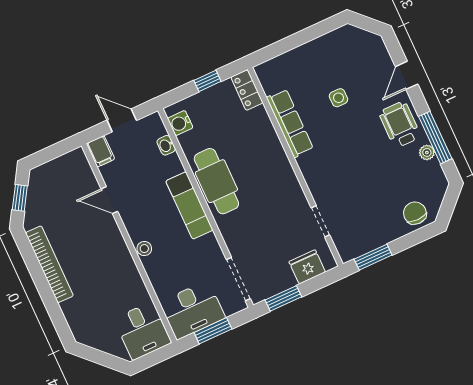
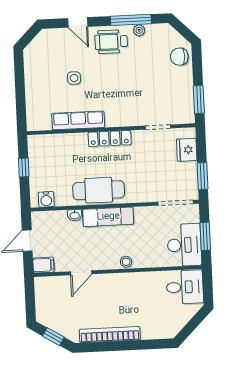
locker: (247, 90) -> (110, 139), moved, width x1.53
washbasin: (166, 145) -> (75, 215), moved

